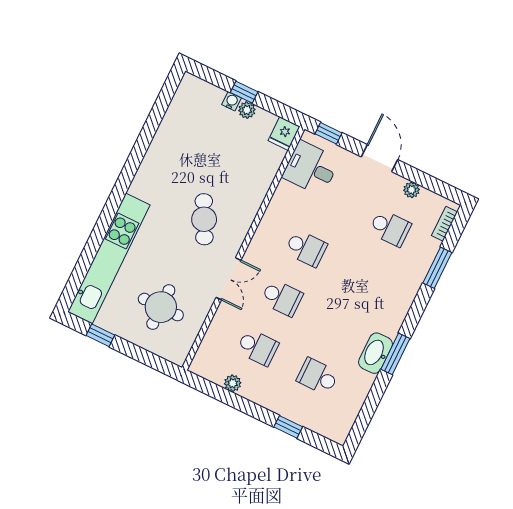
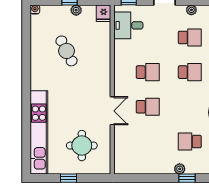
water cooler: (232, 101) -> (35, 9), moved
cafe table: (204, 219) -> (66, 51), moved
window: (100, 335) -> (68, 178), moved
school desk: (258, 347) -> (190, 72), moved
plant: (233, 383) -> (180, 169), moved

